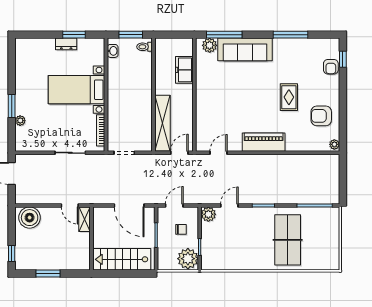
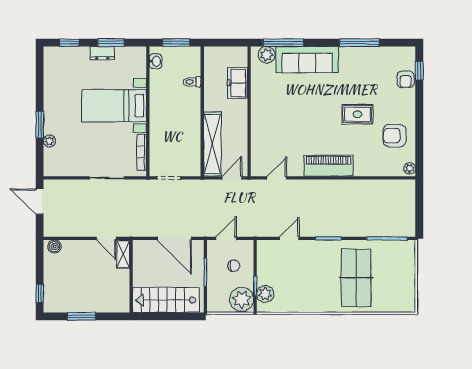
window: (37, 35) -> (69, 43), added
toilet: (145, 47) -> (192, 82), moved
rug: (289, 97) -> (357, 114), turned 90
plant: (208, 214) -> (265, 294), moved
boiler: (30, 218) -> (55, 247), width x0.54, depth x0.54

